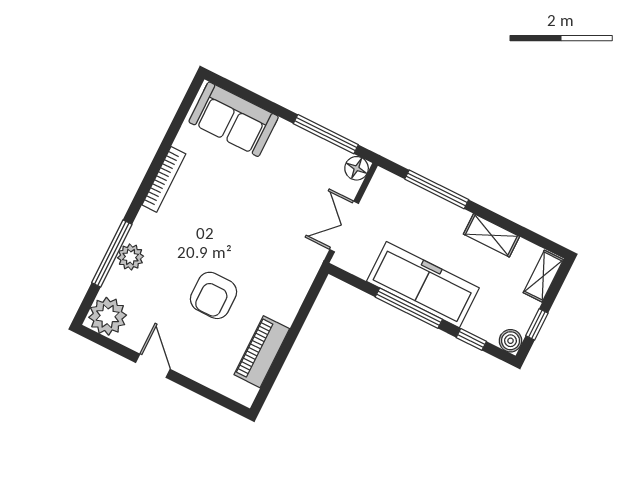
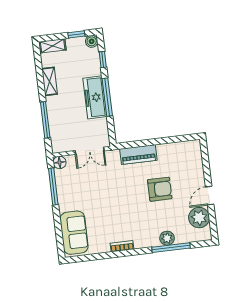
bookcase: (164, 179) -> (122, 246), width x0.64
freezer: (423, 285) -> (95, 97), width x0.73, depth x0.79
plant: (108, 316) -> (199, 218), moved
piano: (262, 352) -> (138, 155), moved

